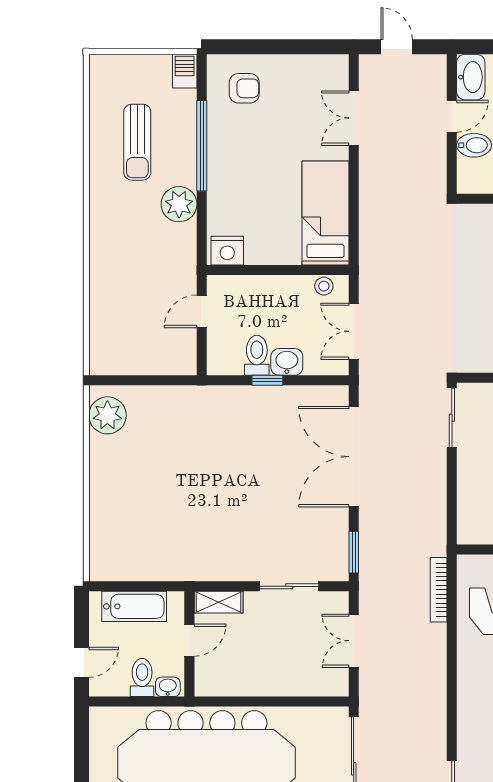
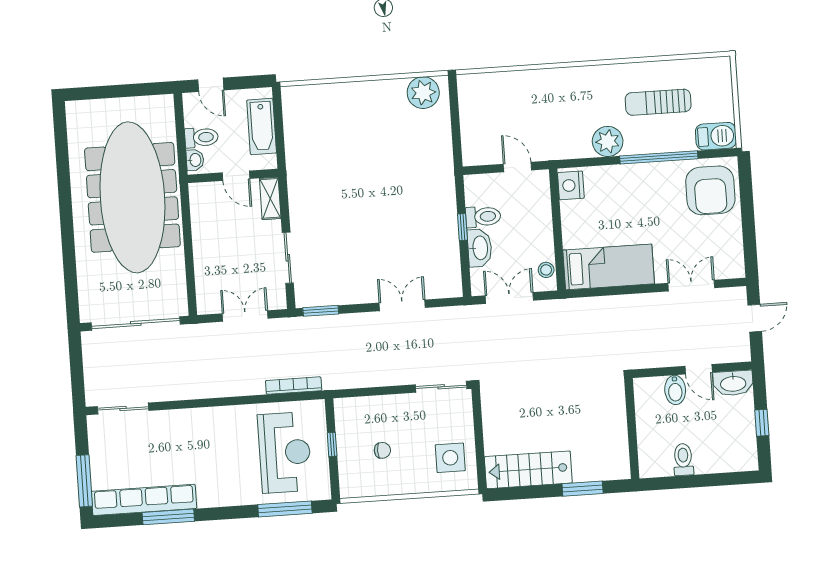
barbecue: (185, 71) -> (716, 136), width x1.38, depth x1.27
armchair: (244, 88) -> (710, 190), width x1.88, depth x1.88
washbasin: (287, 362) -> (480, 248), width x1.38
double door: (354, 457) -> (402, 305), width x0.54

